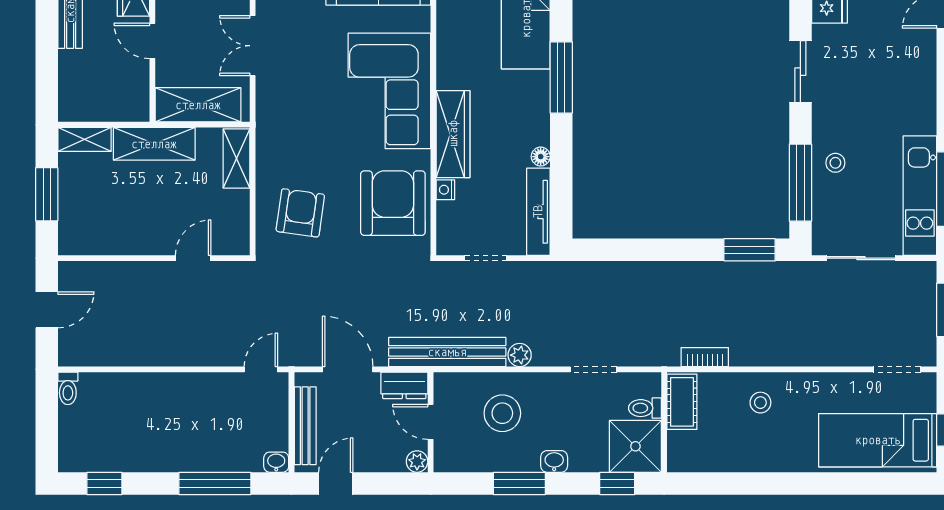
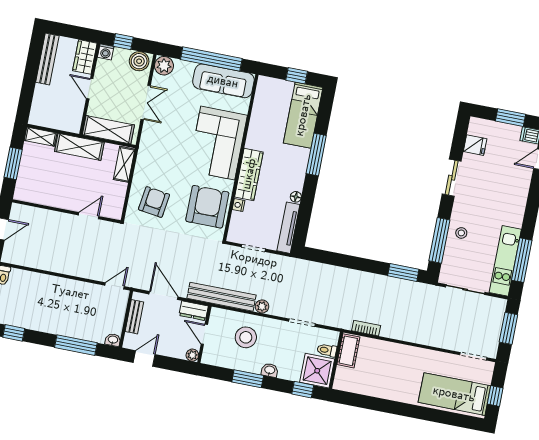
double door: (253, 46) -> (146, 102), swing flipped
stool: (760, 403) -> (393, 360), removed
bench: (305, 426) -> (134, 317), width x0.73

